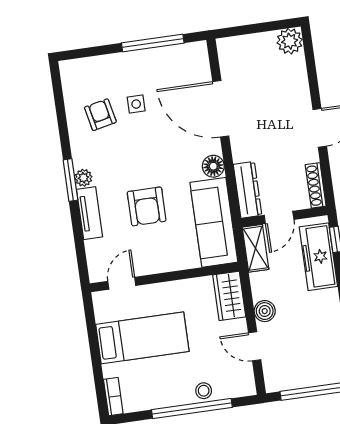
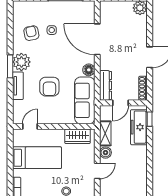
plant: (83, 178) -> (21, 62), width x1.88, depth x1.88
shelving: (255, 248) -> (105, 133), moved
wardrobe: (229, 296) -> (77, 136), moved, turned -90
door: (255, 346) -> (97, 171), swing flipped

